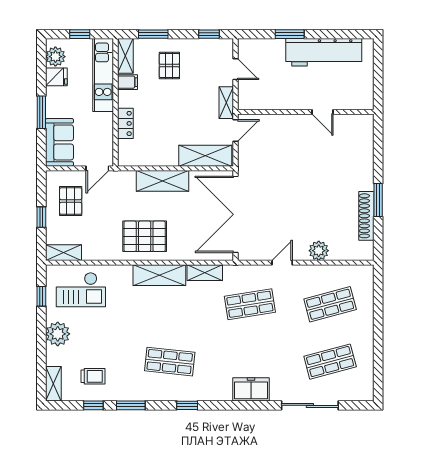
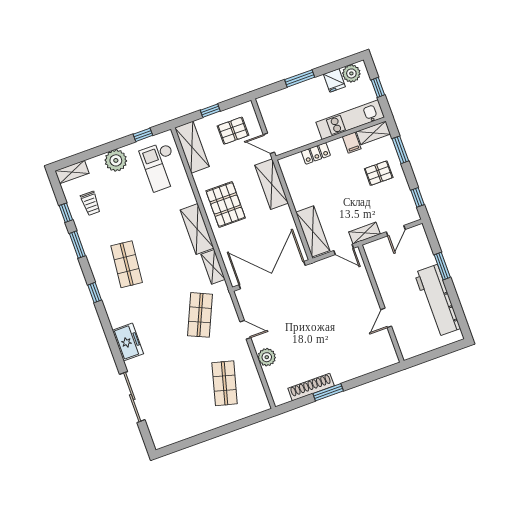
sofa: (59, 142) -> (279, 103), removed
shelving: (162, 181) -> (272, 184), moved
shelving: (63, 253) -> (192, 147), width x1.50, depth x1.33
shop shelf: (250, 304) -> (200, 315), turned 33
shop shelf: (330, 304) -> (225, 383), turned 30
shop shelf: (330, 362) -> (176, 401), removed

